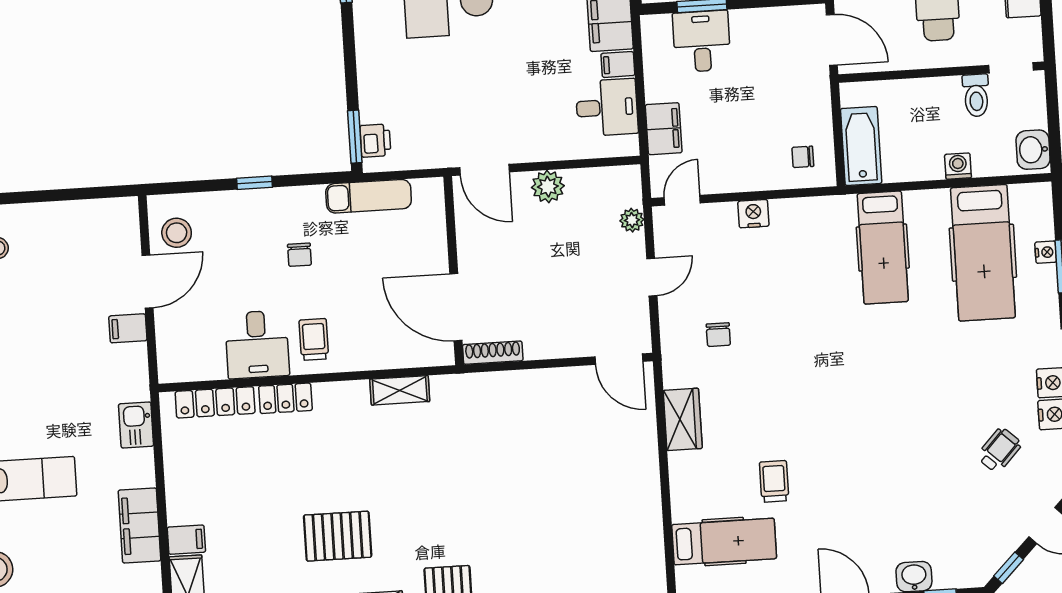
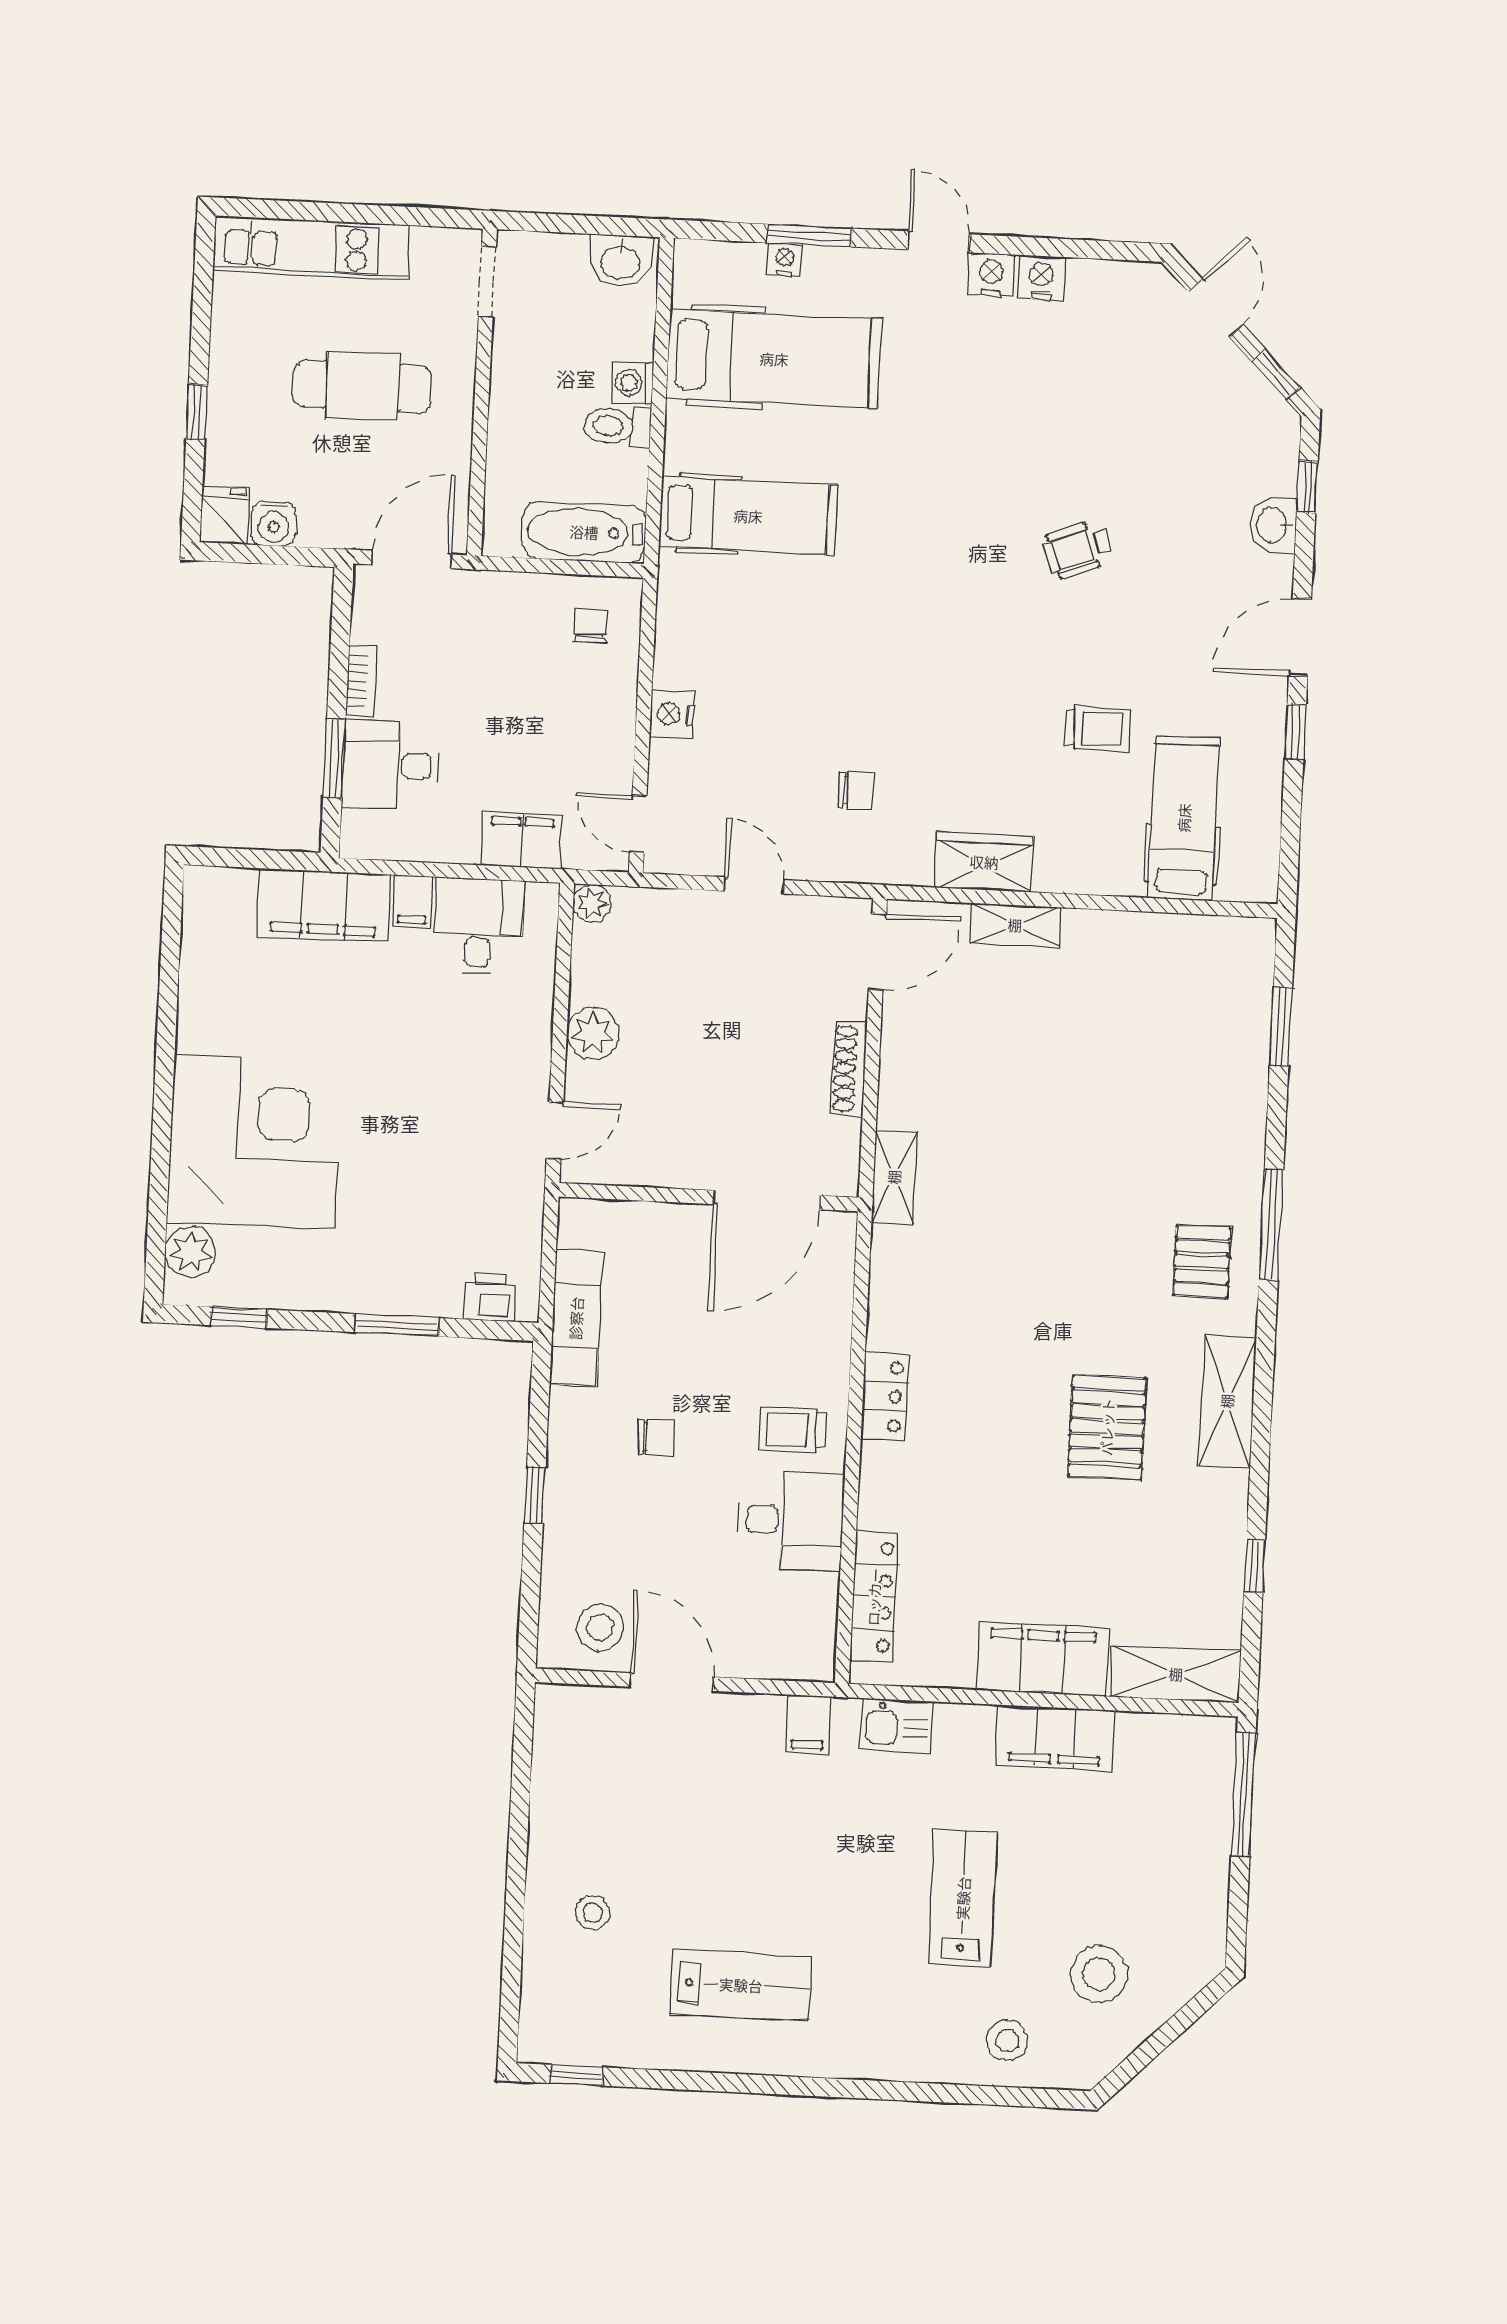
bookcase: (752, 17) -> (361, 681), added
toilet: (976, 95) -> (617, 426), moved, turned 180
window: (355, 137) -> (397, 1325), moved
chair: (803, 157) -> (591, 626), turned 180
door: (484, 170) -> (555, 1131), width x0.73
plant: (632, 220) -> (592, 903), moved
filing cabinet: (128, 328) -> (808, 1724), moved
shoe rack: (493, 353) -> (849, 1069), moved
shelving: (400, 390) -> (894, 1177), moved
locker: (285, 398) -> (885, 1397), moved
shelving: (645, 444) -> (1015, 925), added
wheelchair: (999, 450) -> (1078, 549), moved, turned -64
trolley: (774, 481) -> (1098, 729), turned 180
filing cabinet: (186, 540) -> (1042, 1659), width x3.00, depth x1.17

